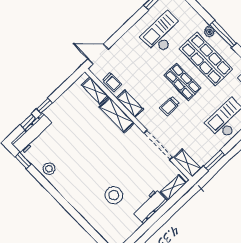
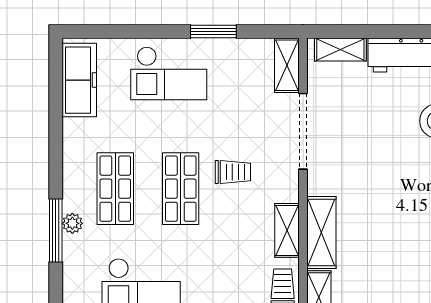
window: (223, 34) -> (56, 230), moved
shop shelf: (206, 59) -> (115, 189), width x0.70, depth x0.74
window: (214, 160) -> (213, 32), moved

